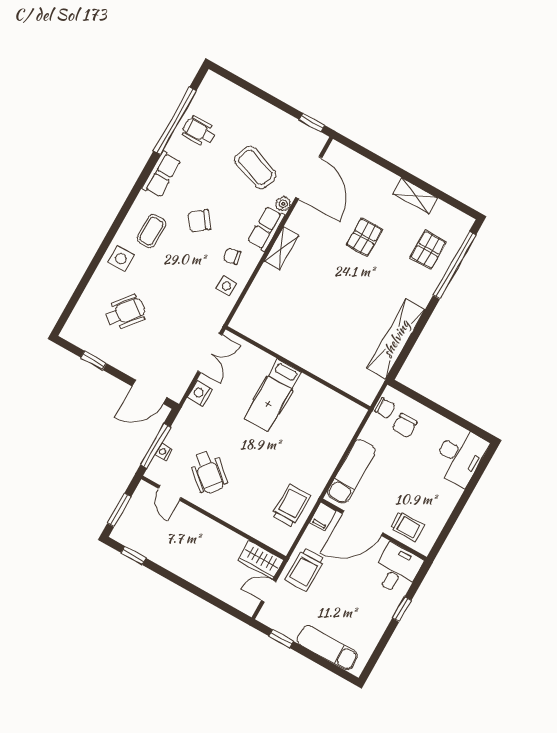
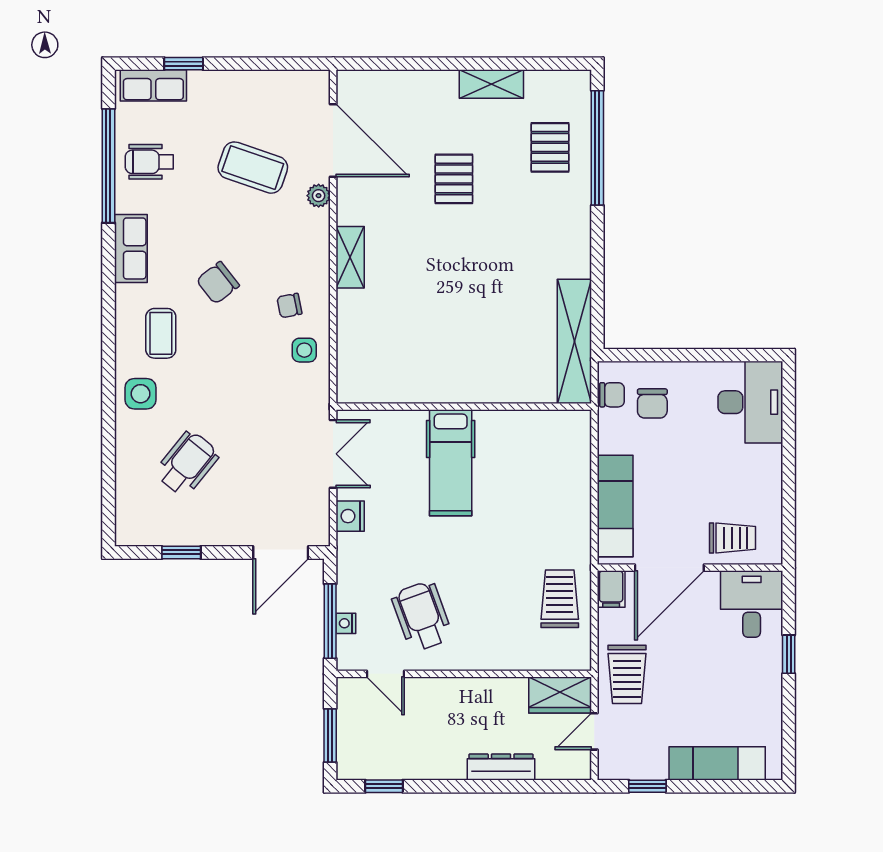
window: (312, 122) -> (184, 64), moved
row of seats: (266, 229) -> (153, 85), moved, turned -90
shelving: (396, 339) -> (574, 341), moved
wheelchair: (208, 472) -> (422, 616), turned -151
dresser: (205, 582) -> (501, 767), added

